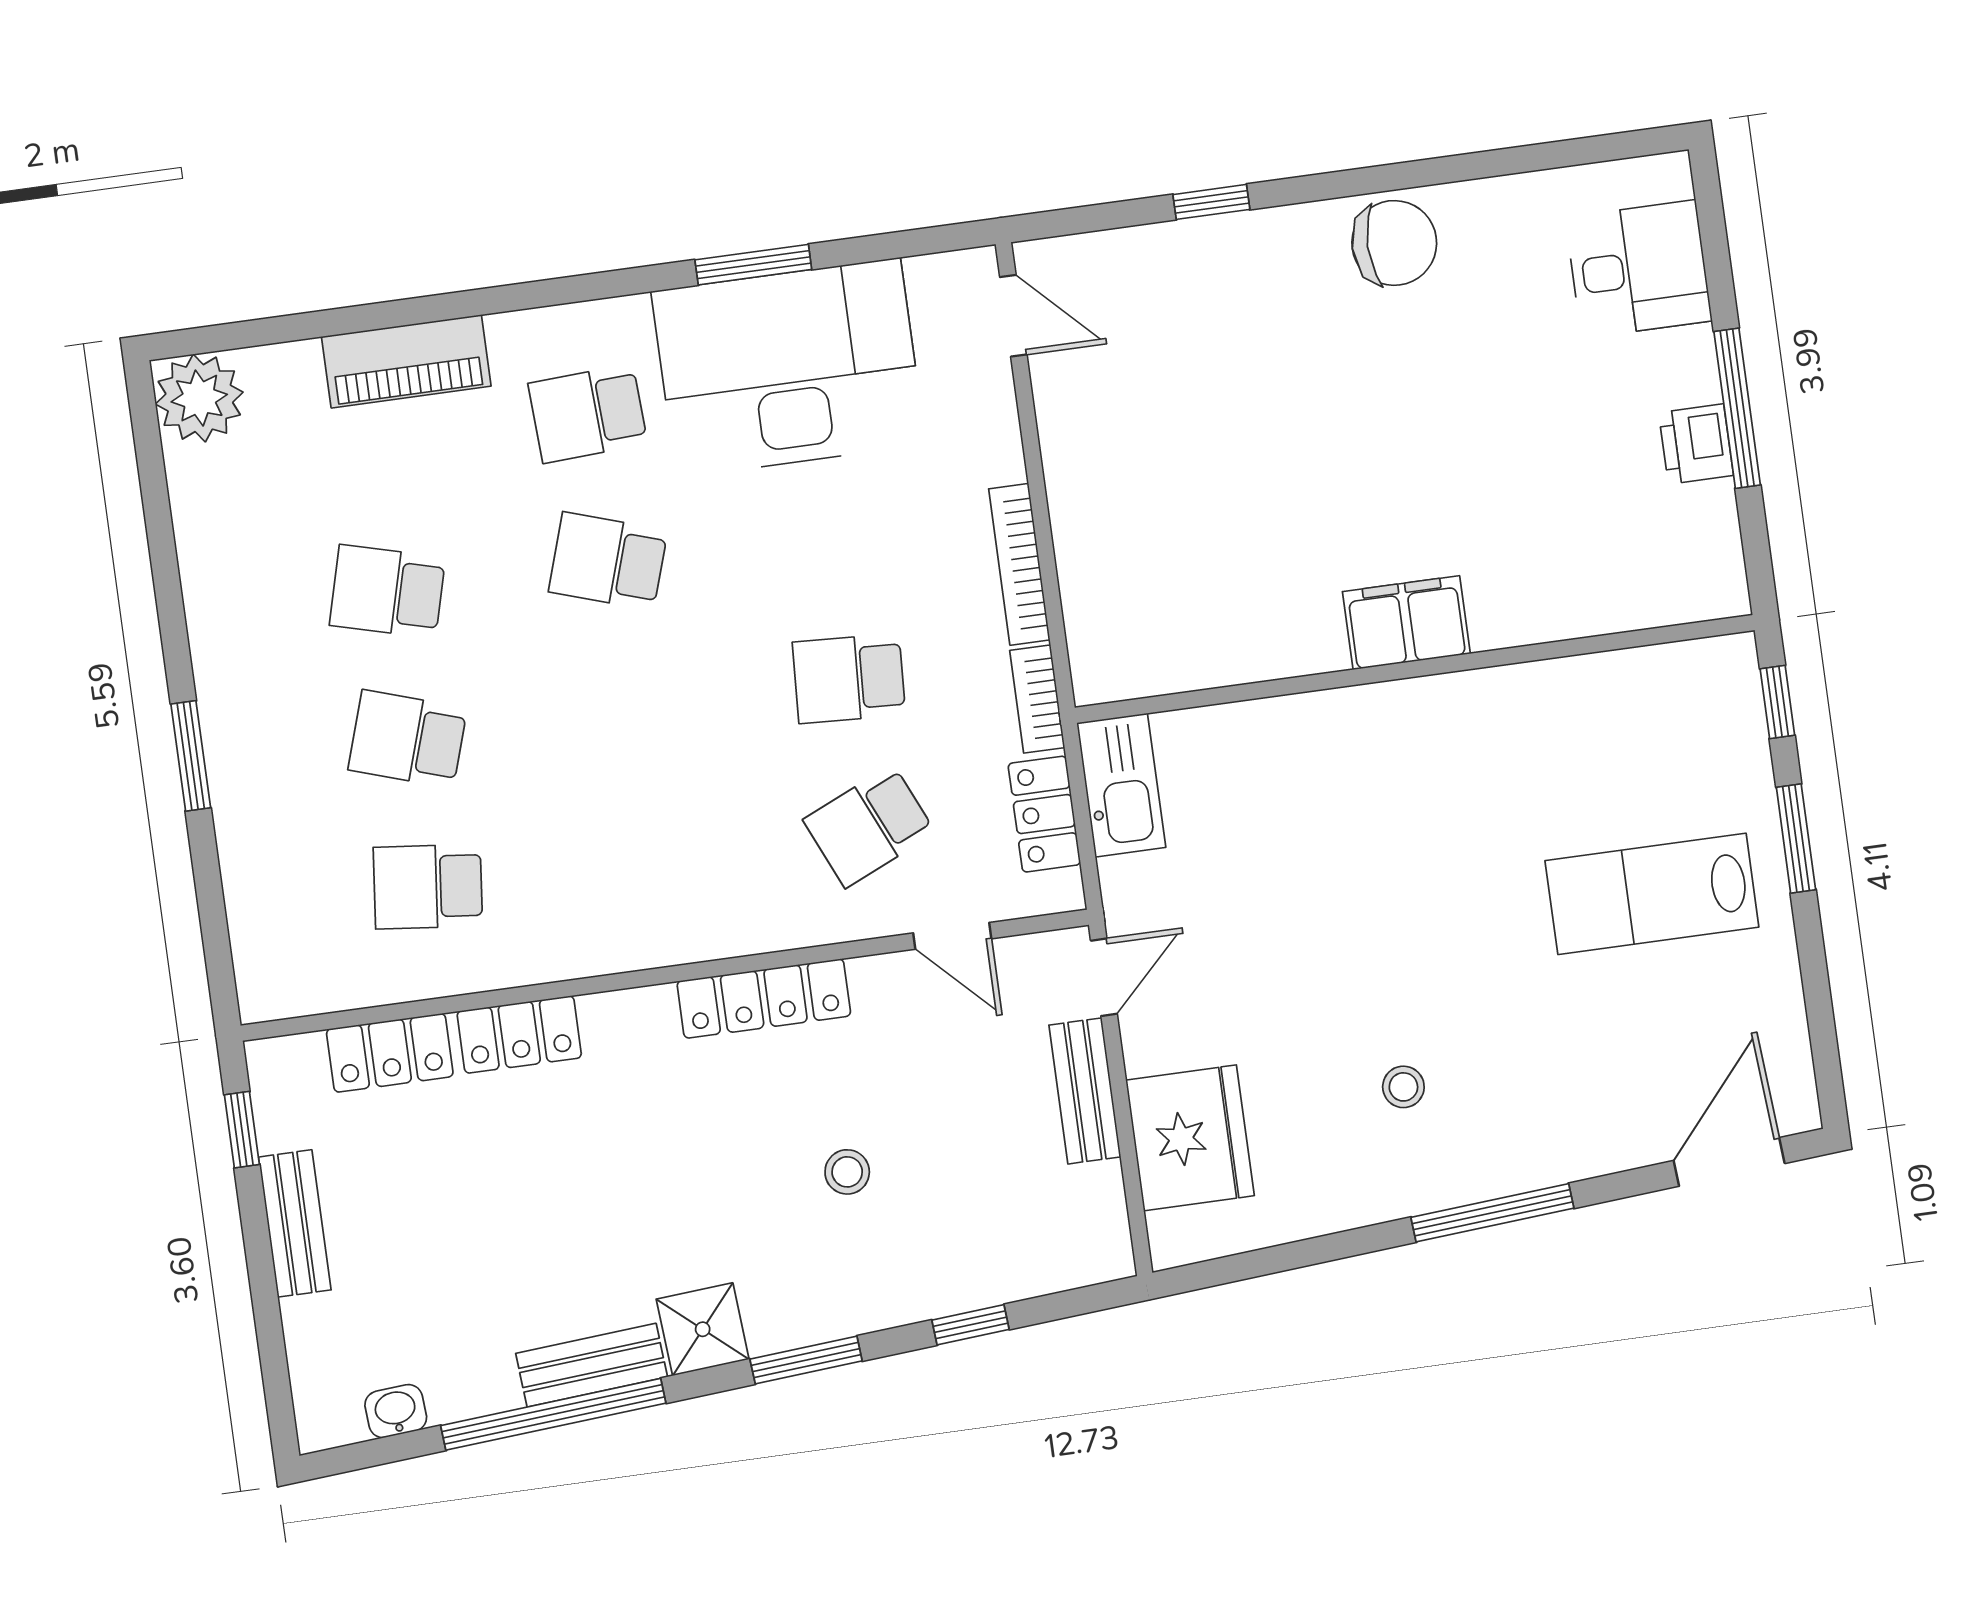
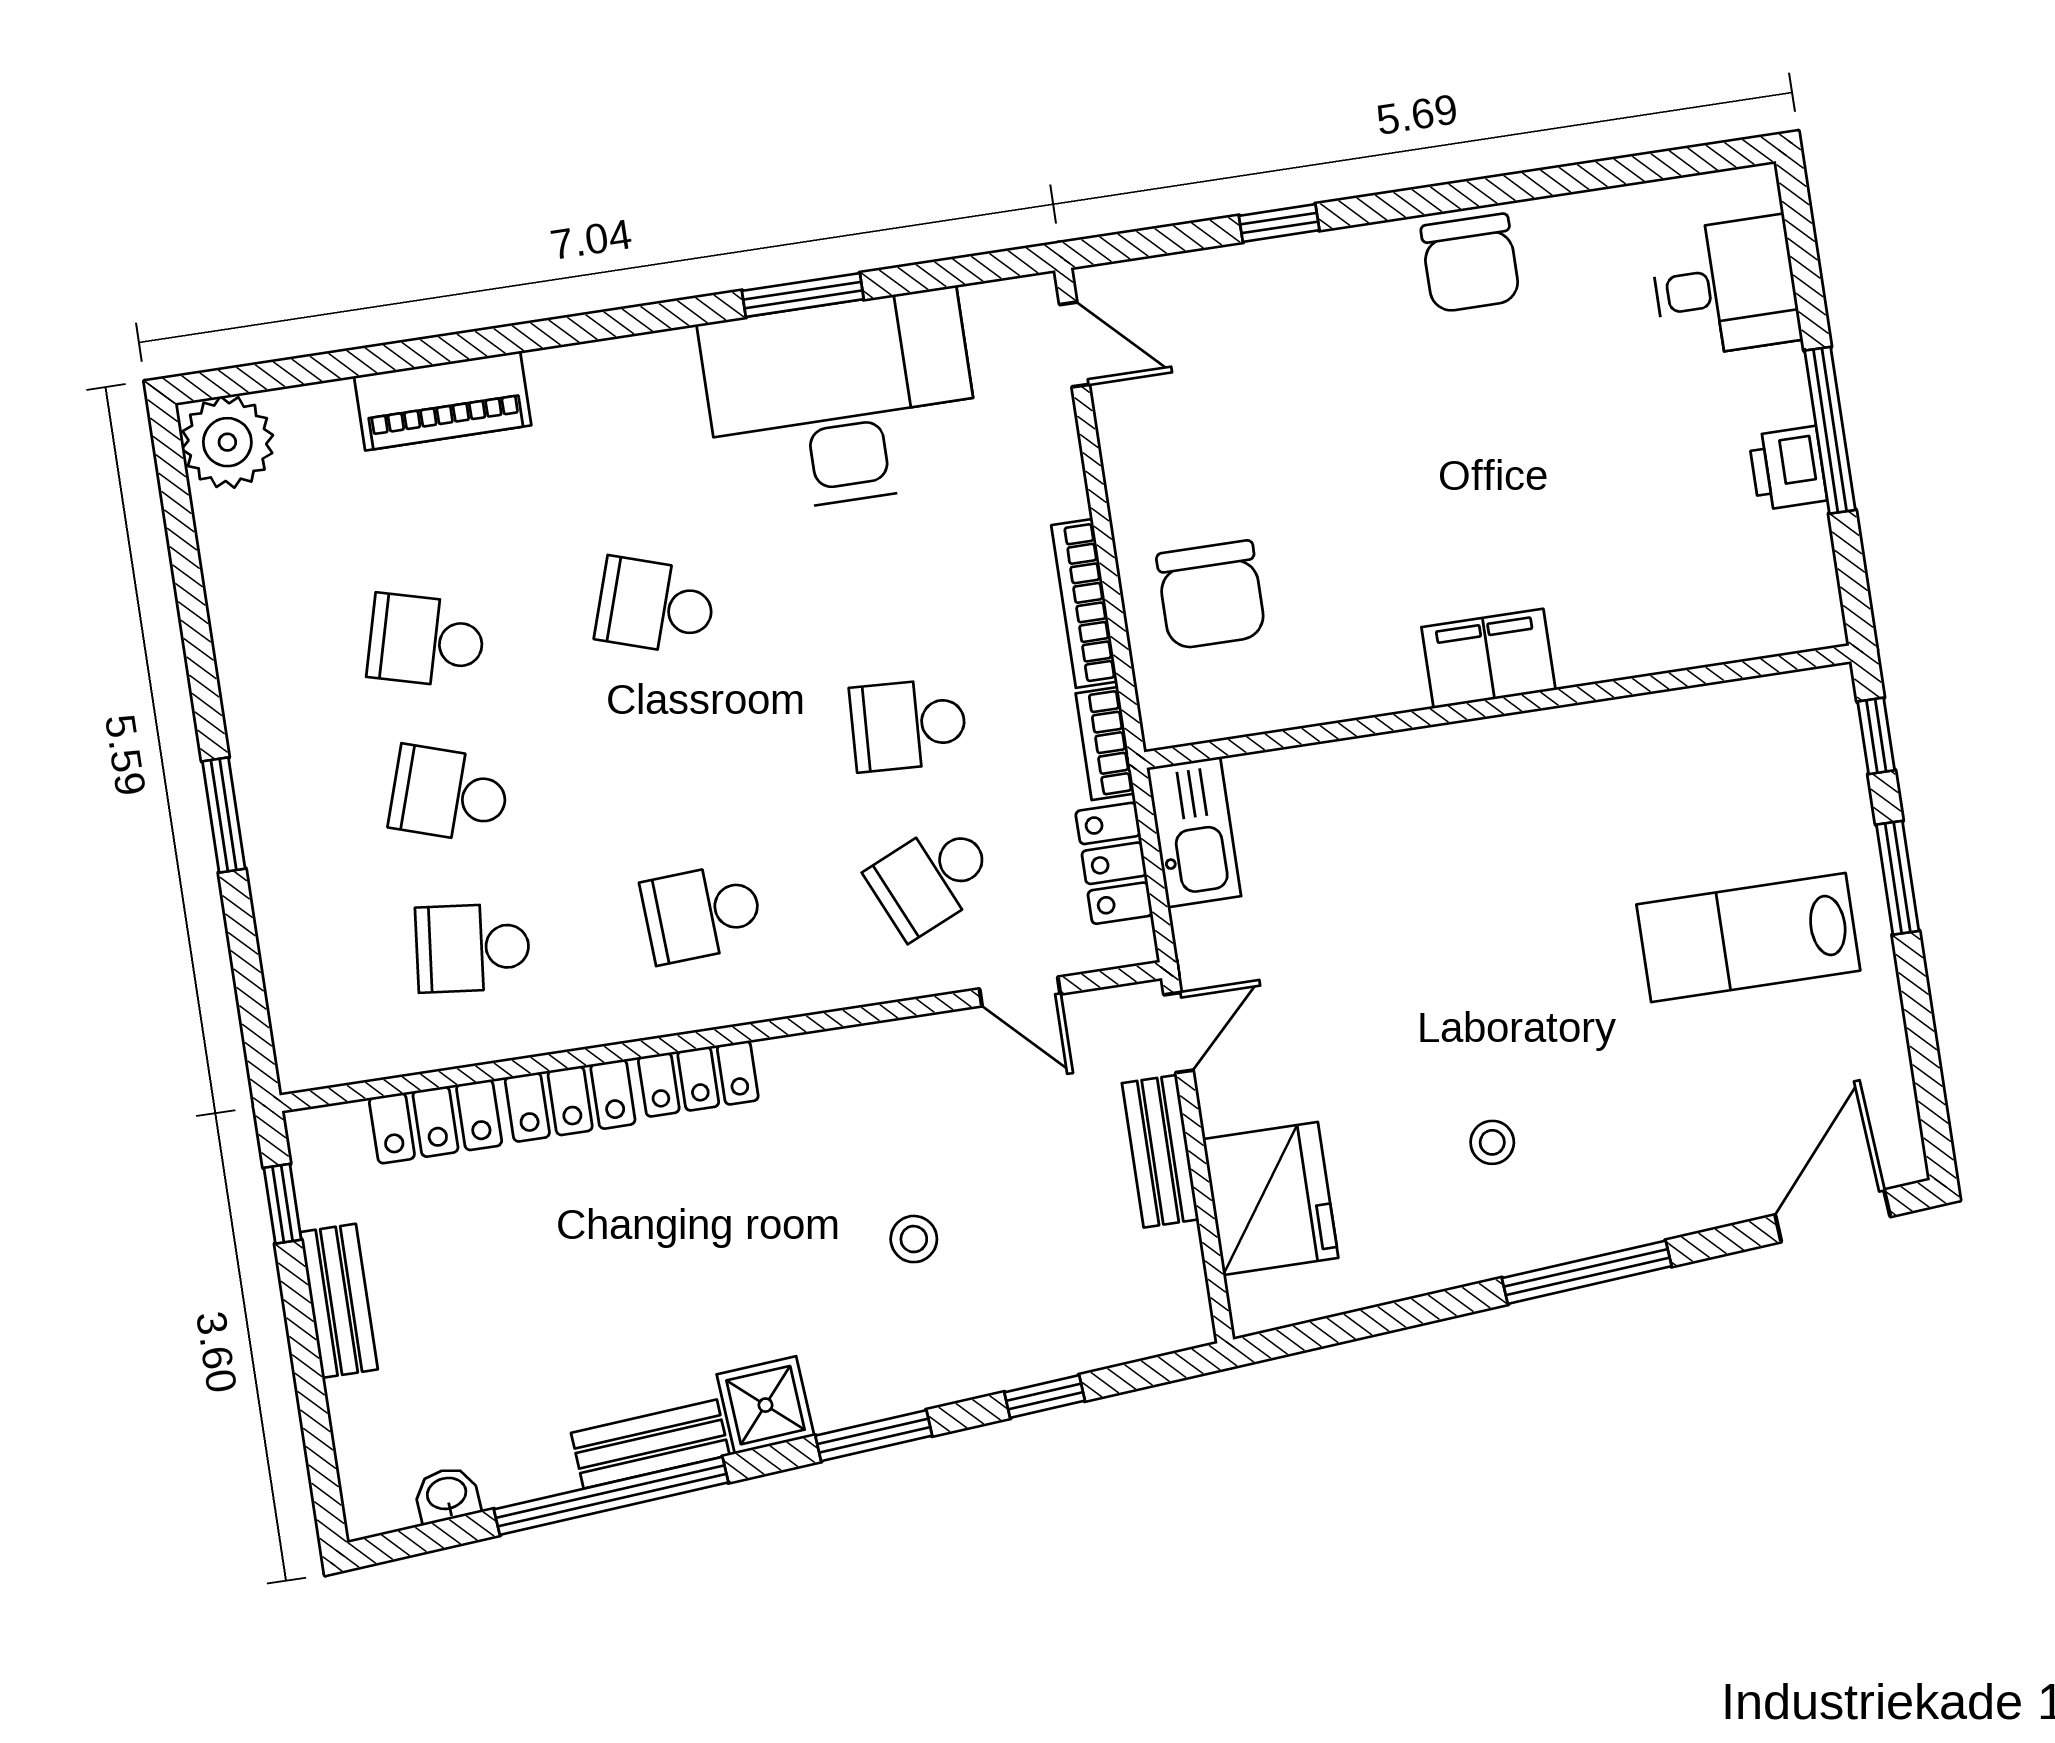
chair: (1394, 243) -> (1470, 263), turned 90
school desk: (588, 414) -> (702, 913), moved
chair: (1141, 558) -> (1211, 595), added
locker: (764, 999) -> (698, 1079), moved, width x0.66

